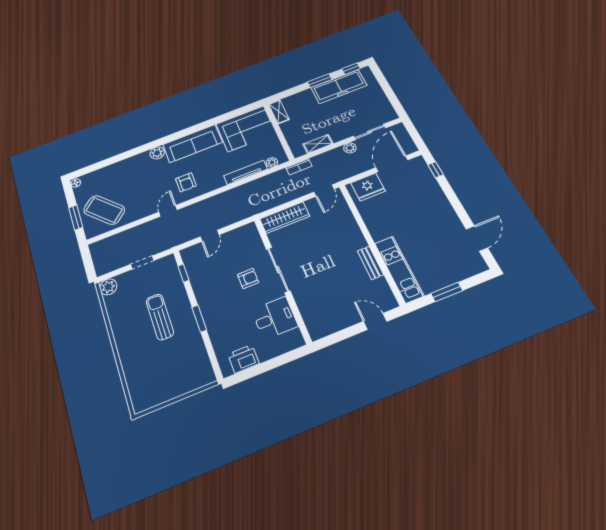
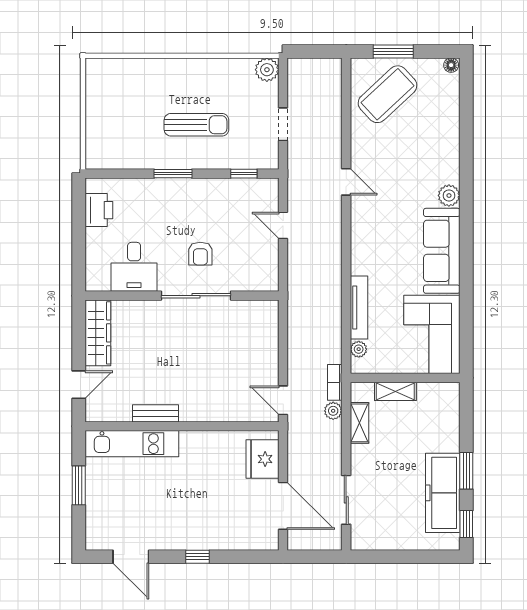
shelving: (279, 112) -> (395, 391), moved
plant: (350, 148) -> (333, 411), moved
window: (436, 170) -> (198, 557), moved
armchair: (186, 182) -> (381, 221), removed
wardrobe: (285, 218) -> (98, 333), moved, turned 180

